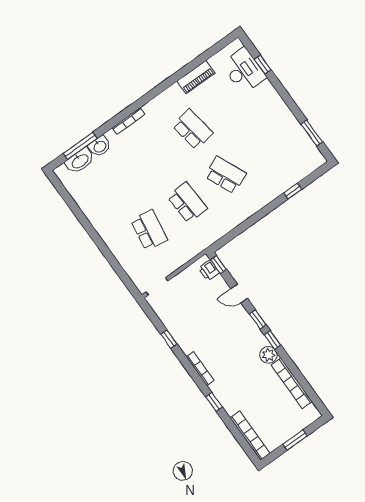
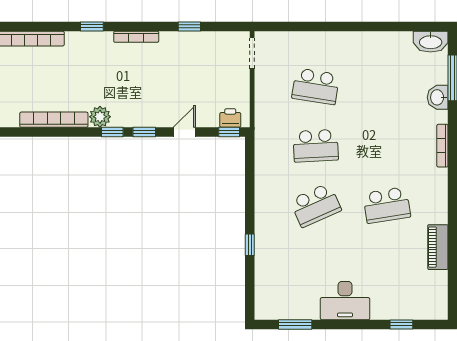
desk: (244, 71) -> (345, 301), moved
washbasin: (80, 161) -> (431, 42), moved, turned -90
window: (293, 191) -> (250, 245), moved

